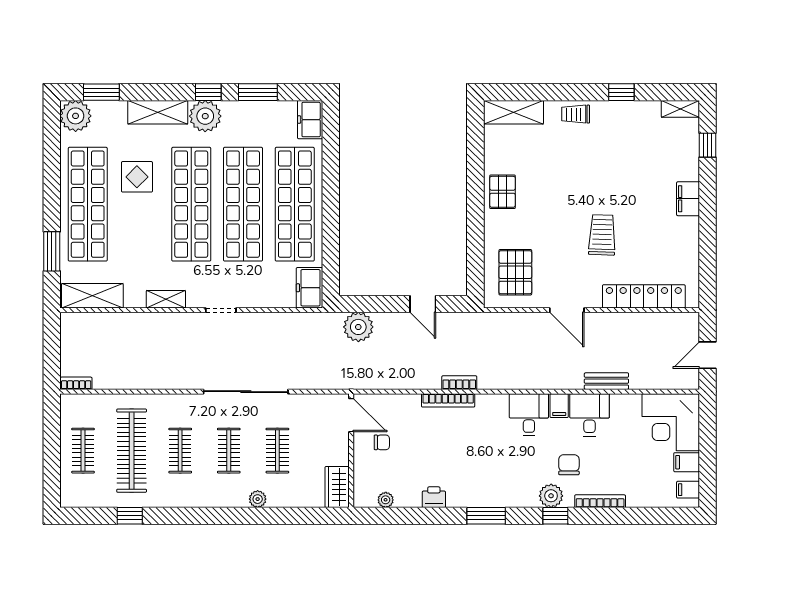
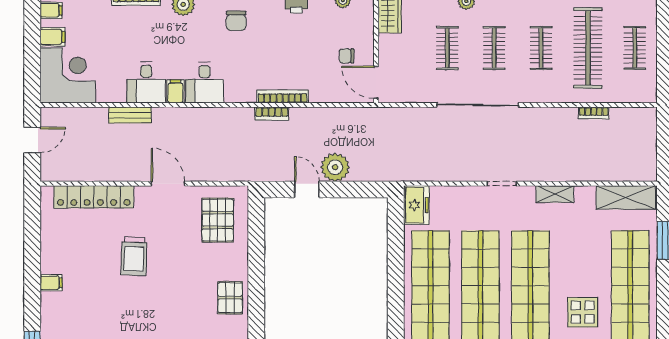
filing cabinet: (688, 199) -> (51, 283), width x0.50
plant: (358, 327) -> (335, 167), moved
bookcase: (76, 383) -> (594, 113), moved
chair: (569, 465) -> (236, 21), moved

